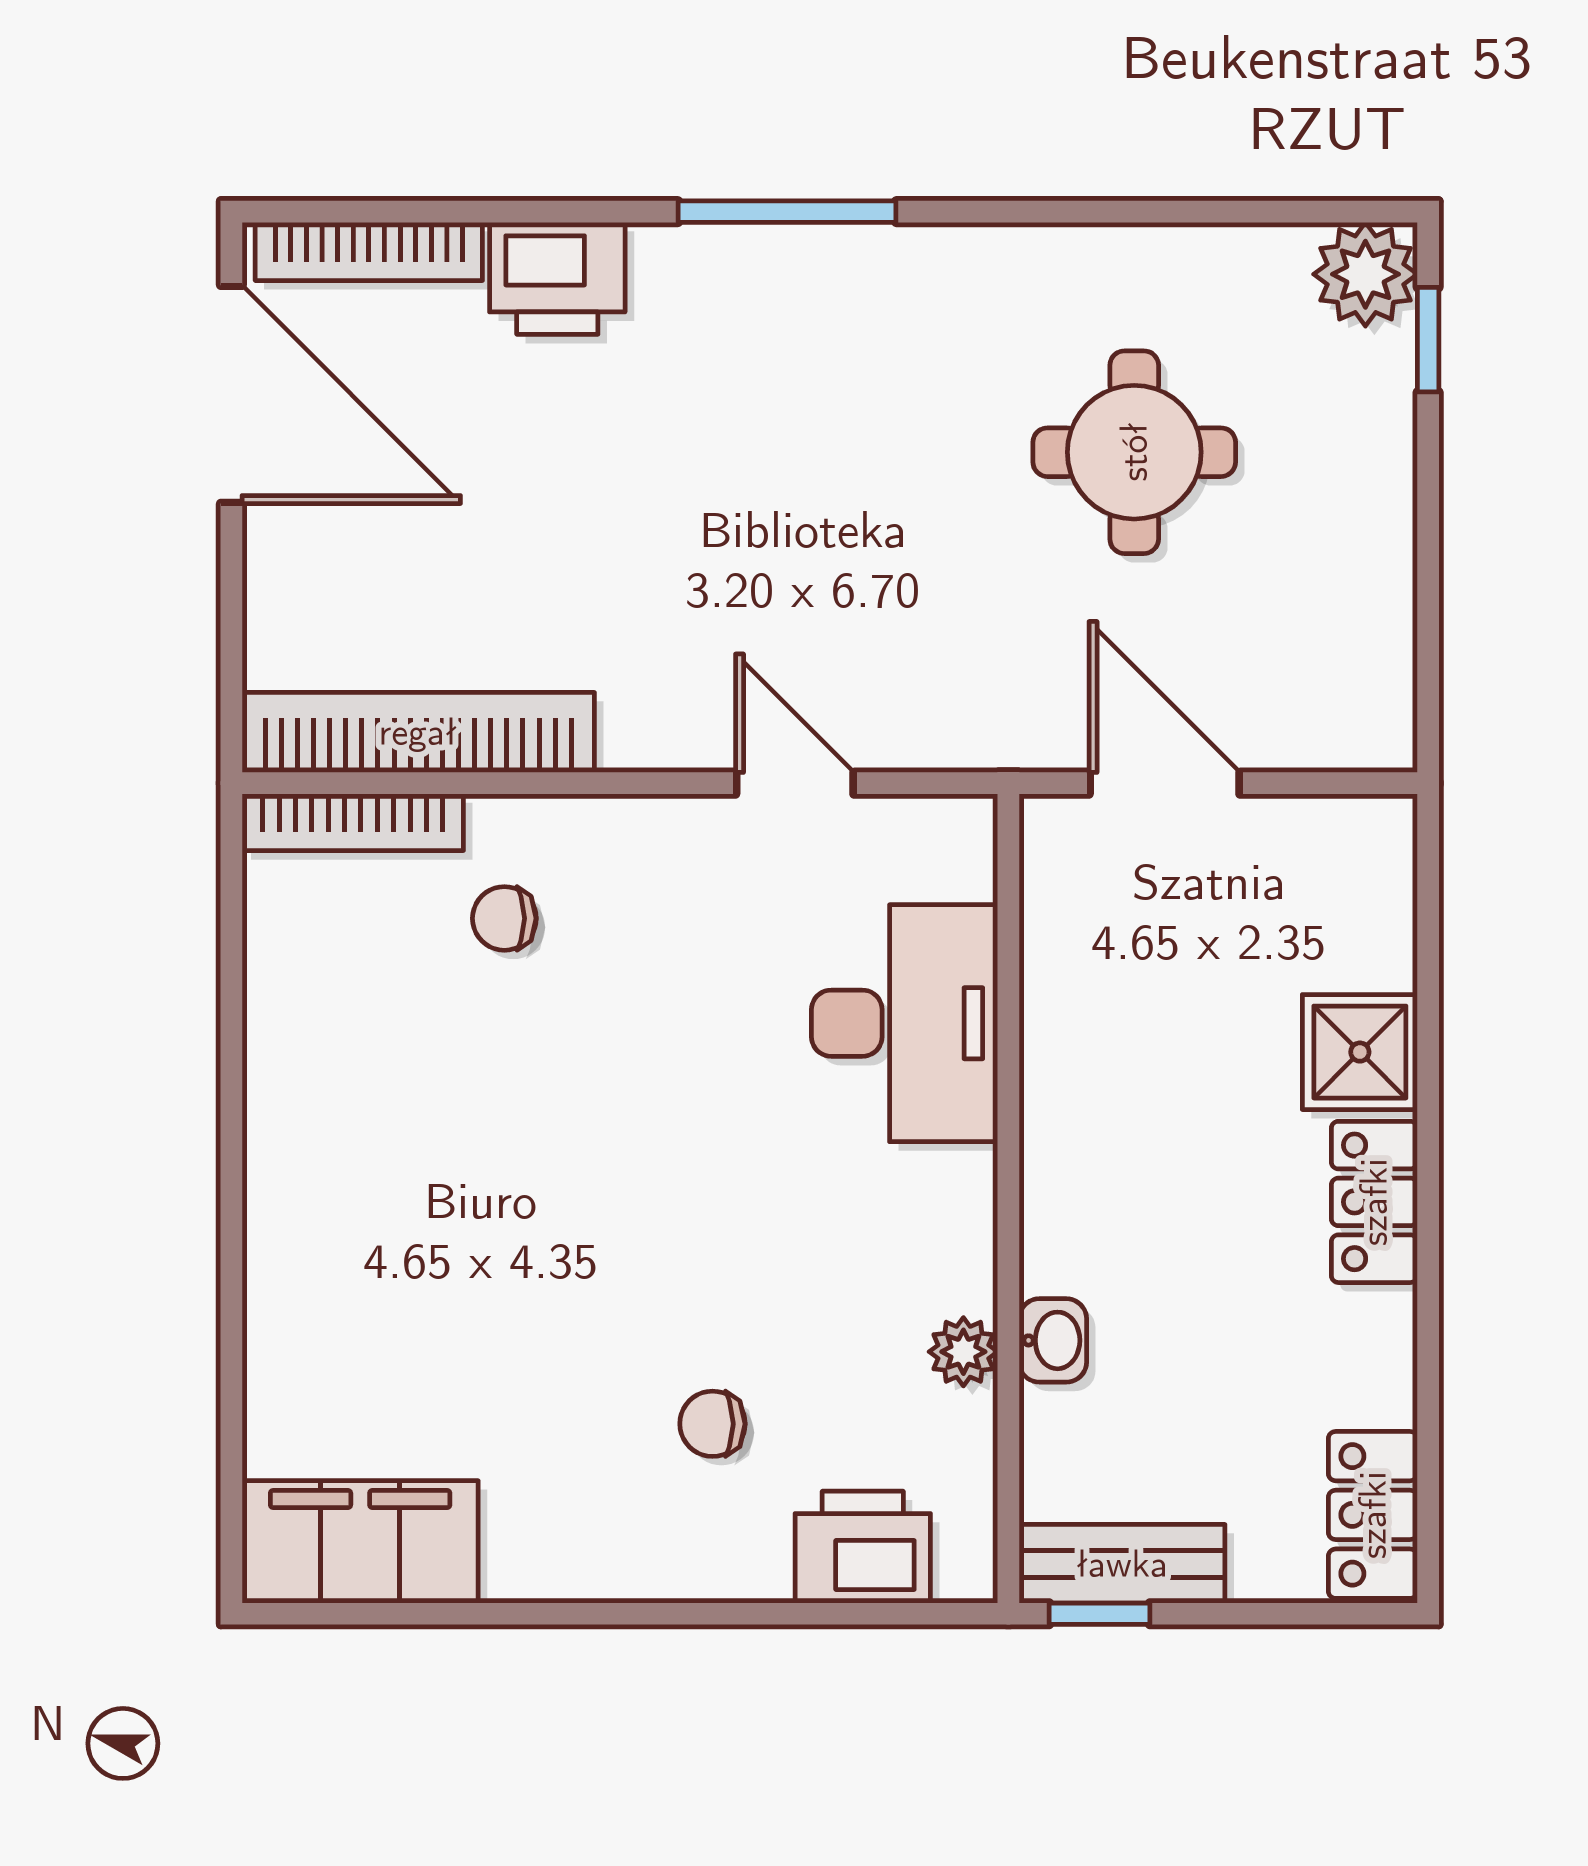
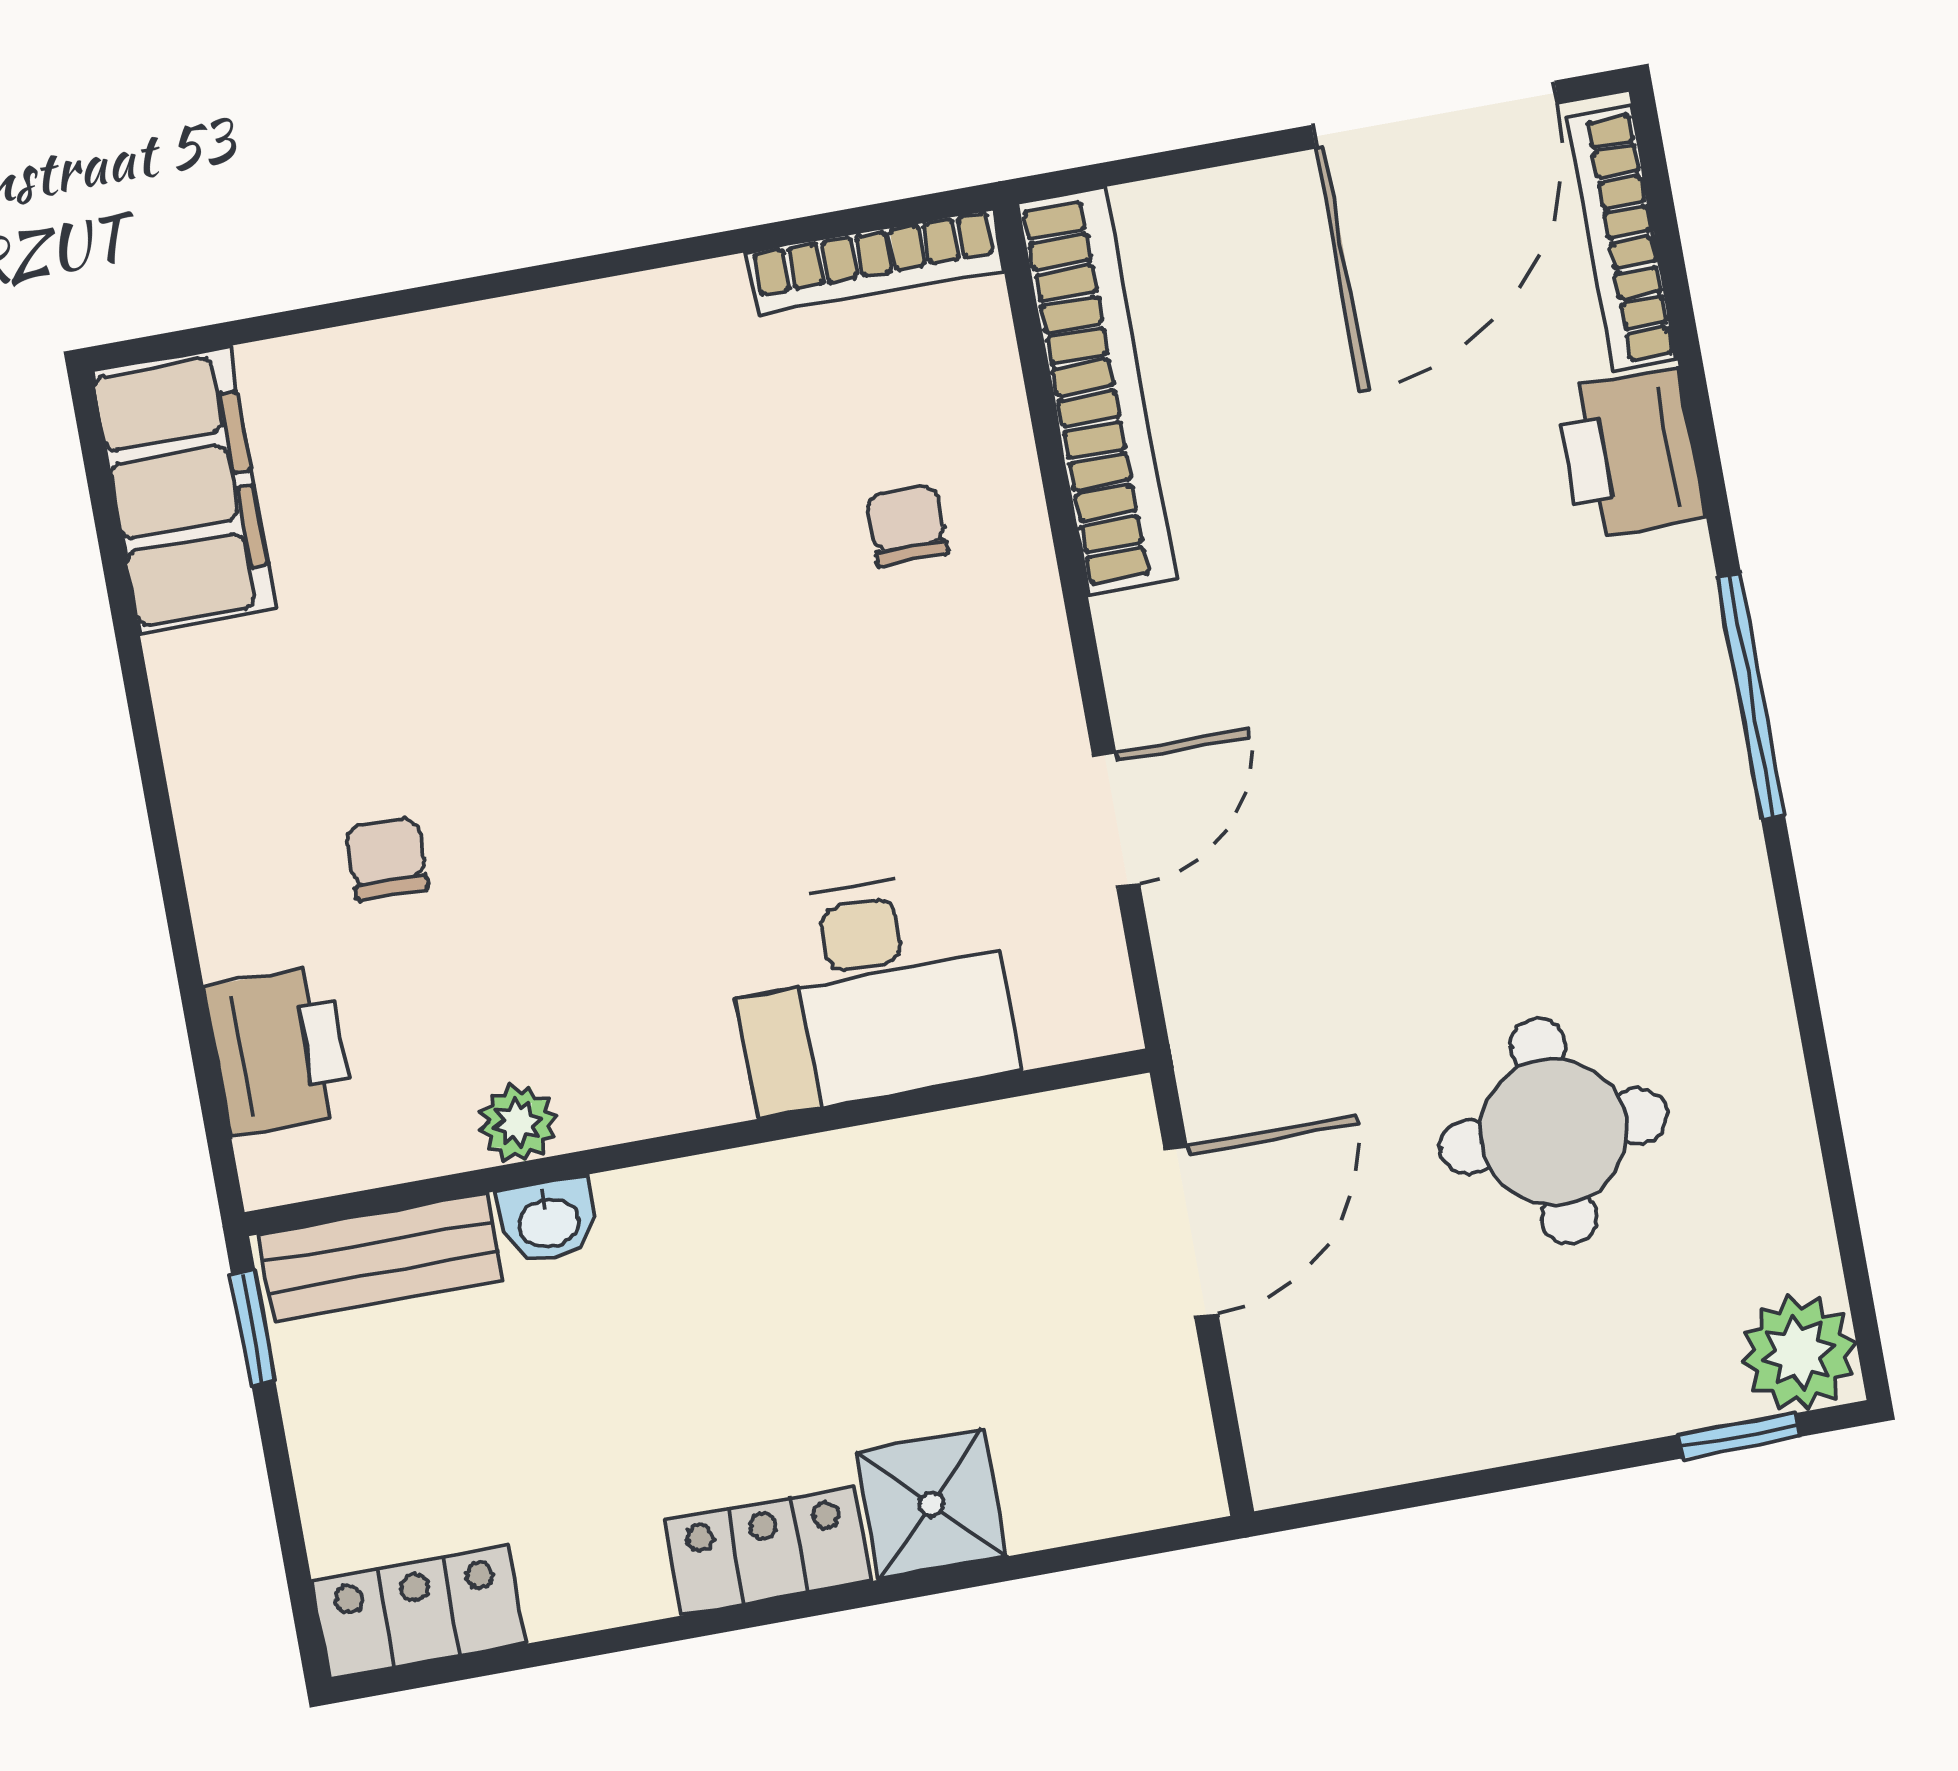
bookcase: (353, 822) -> (875, 261), moved, turned -90
bench: (1122, 1564) -> (380, 1257), moved, turned 90

